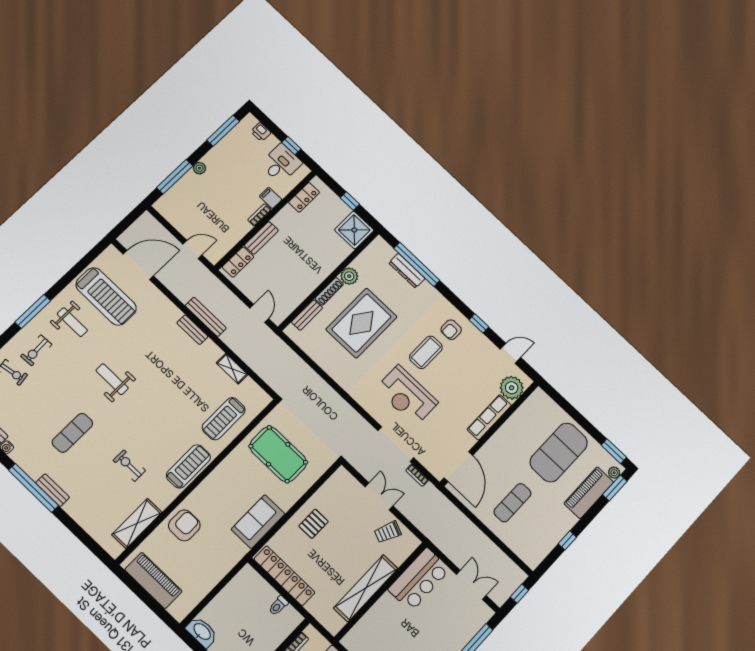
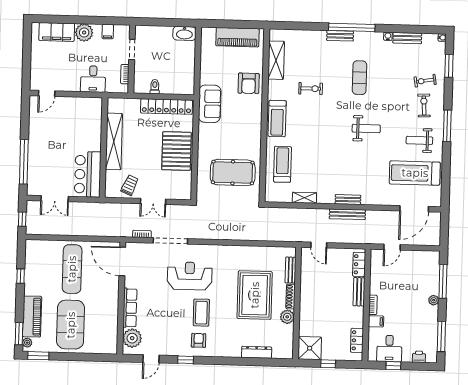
window: (417, 264) -> (254, 362), removed
exercise mat: (513, 503) -> (72, 269), width x1.36, depth x1.45
sofa: (258, 522) -> (210, 104), moved
pallet: (314, 524) -> (177, 151), width x2.05, depth x2.00

